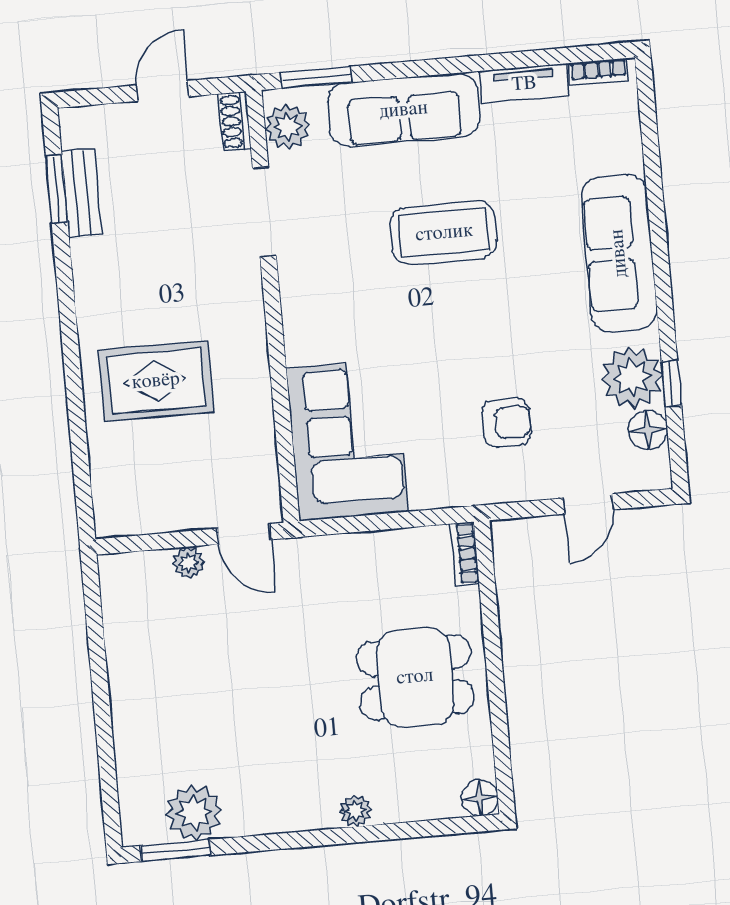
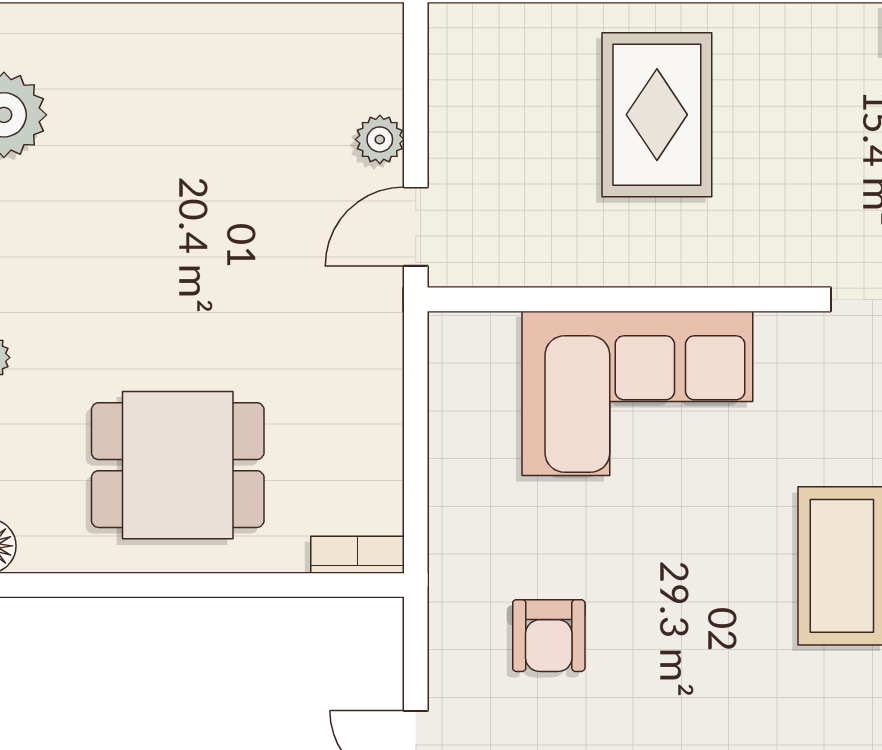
corner sofa: (347, 440) -> (637, 393), moved
dining table: (415, 677) -> (178, 465), turned 90

